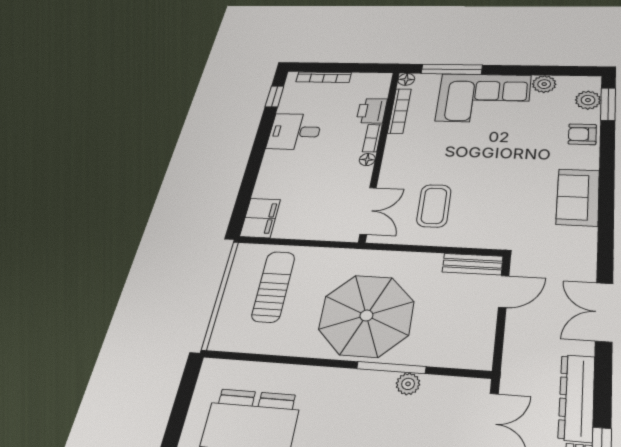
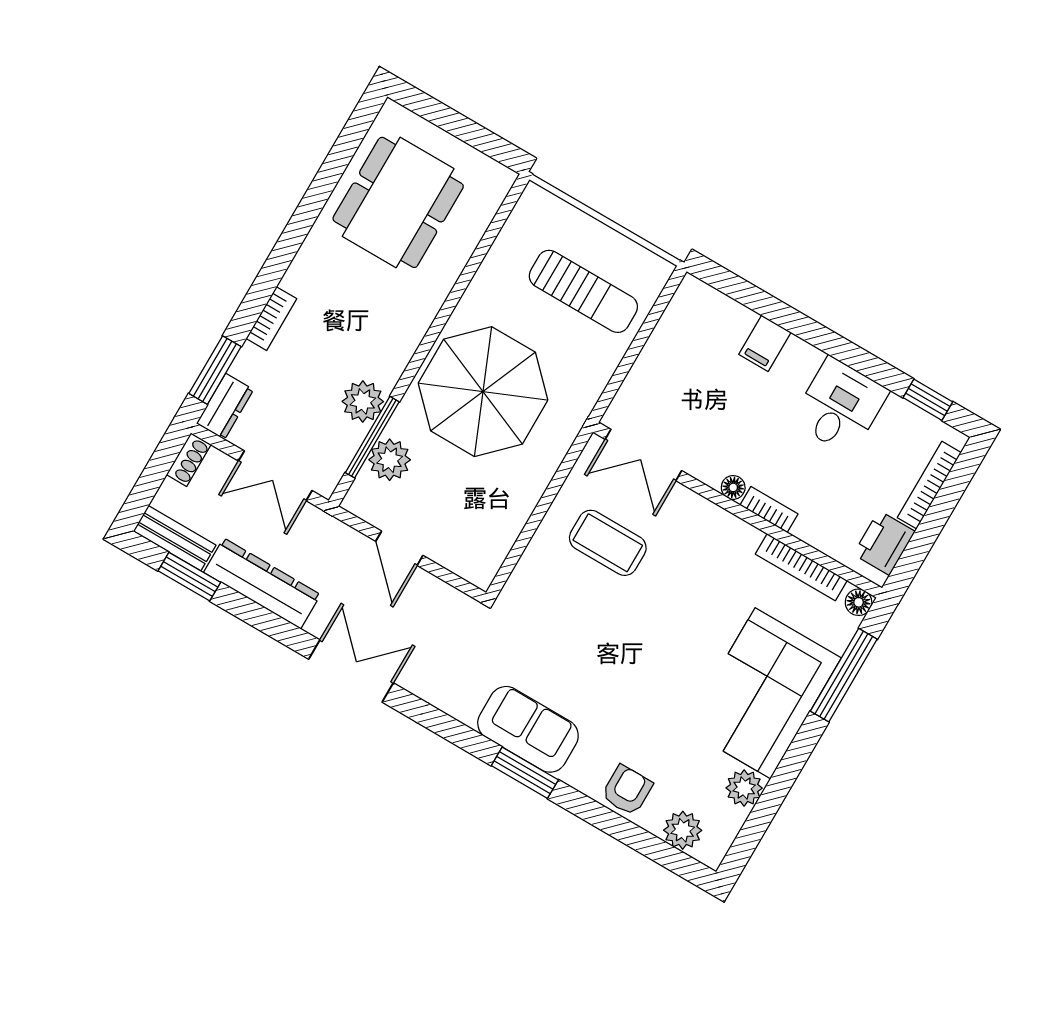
window: (608, 104) -> (525, 773), moved
printer: (372, 111) -> (884, 543), moved, turned -90
filing cabinet: (260, 218) -> (765, 343), moved, width x0.50
bench: (473, 264) -> (493, 551), removed
door: (504, 291) -> (399, 548), moved
plant: (442, 352) -> (390, 460), added
window: (391, 368) -> (372, 437), moved
plant: (408, 384) -> (363, 401), width x1.38, depth x1.38

